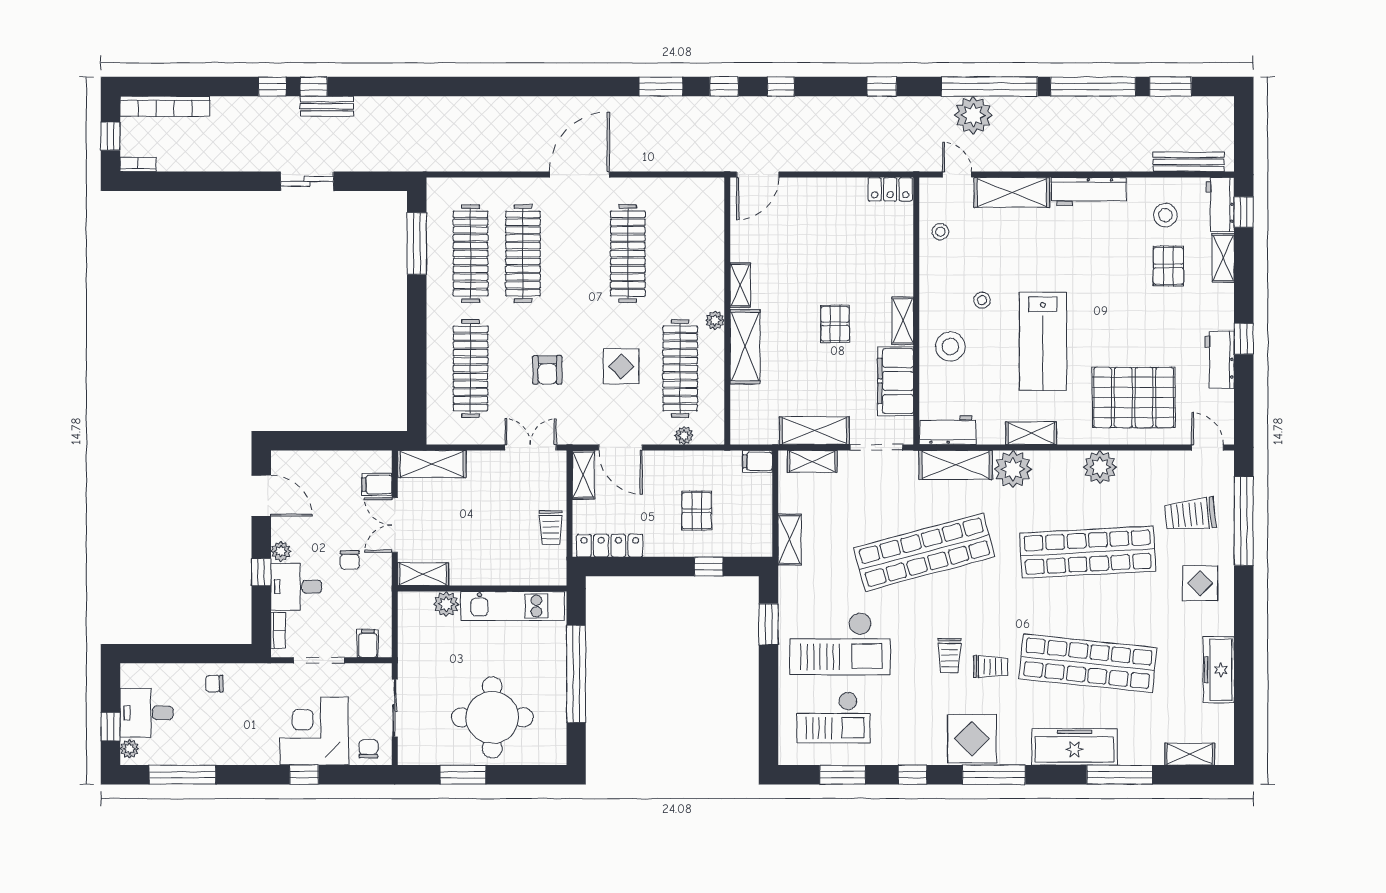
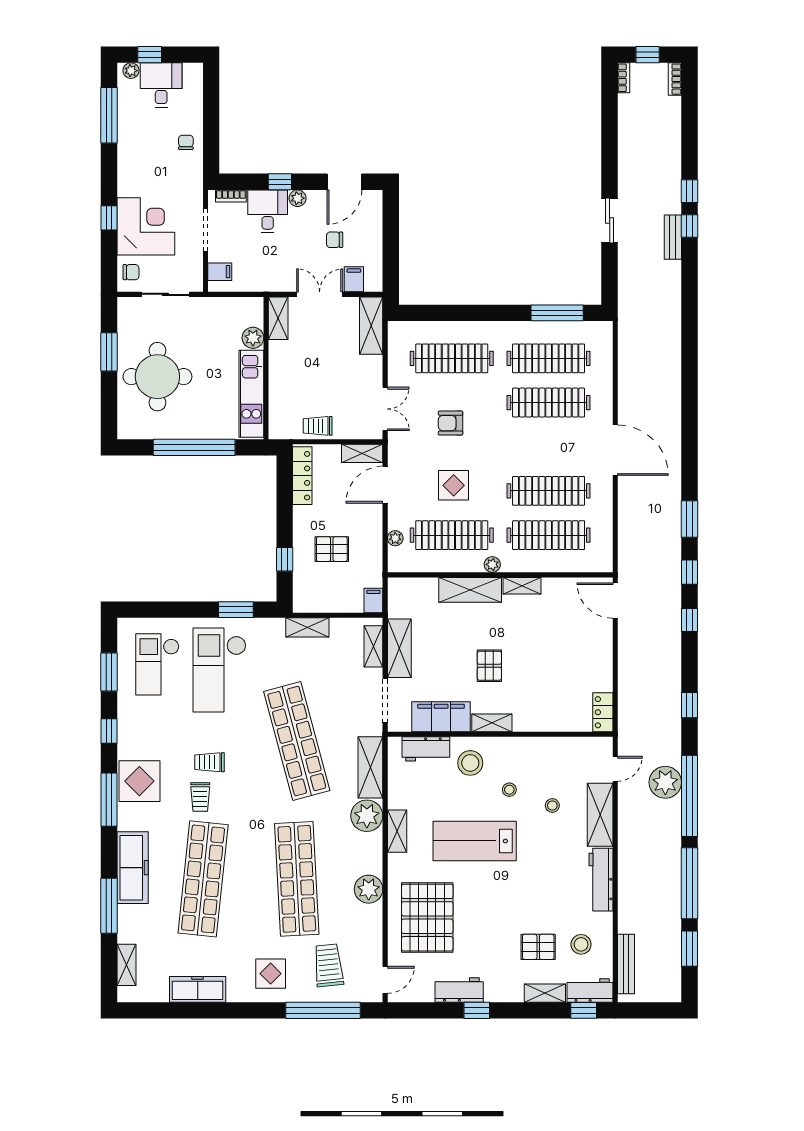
bookcase: (165, 106) -> (675, 79), width x0.43, depth x0.76
stool: (940, 232) -> (552, 805), moved
clothes rail: (680, 254) -> (549, 535), added
pallet: (835, 324) -> (489, 666), turned 90
workbench: (948, 430) -> (426, 749), moved, turned 90
chair: (350, 560) -> (335, 240), moved

